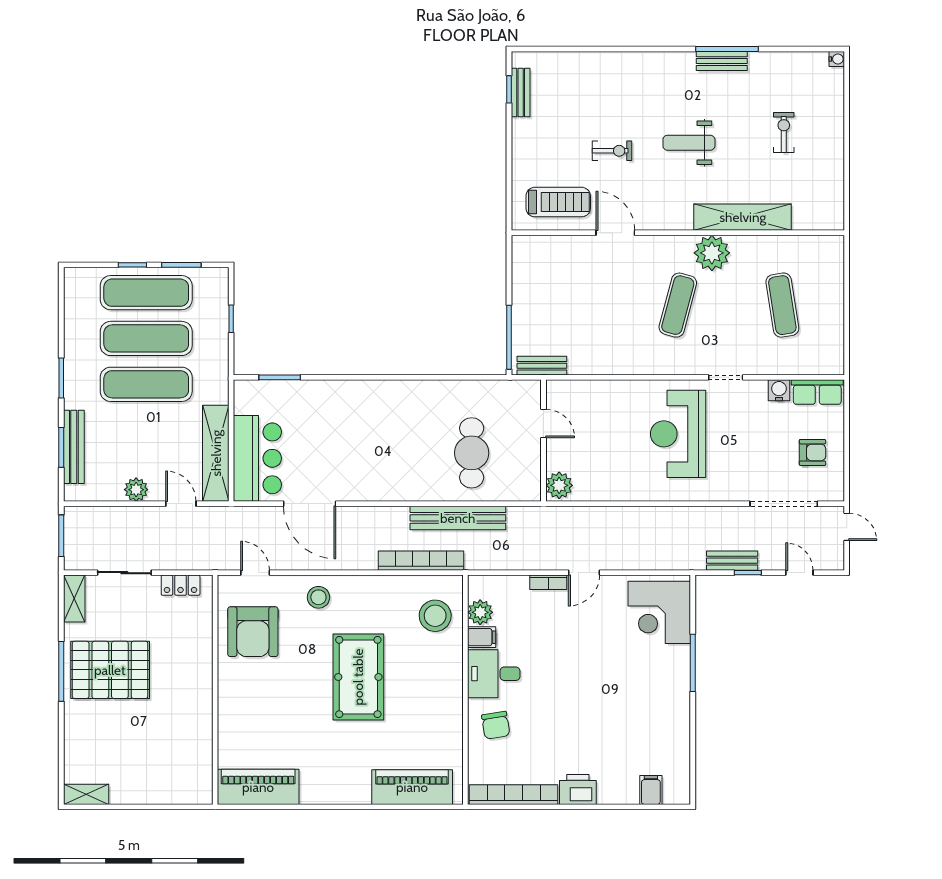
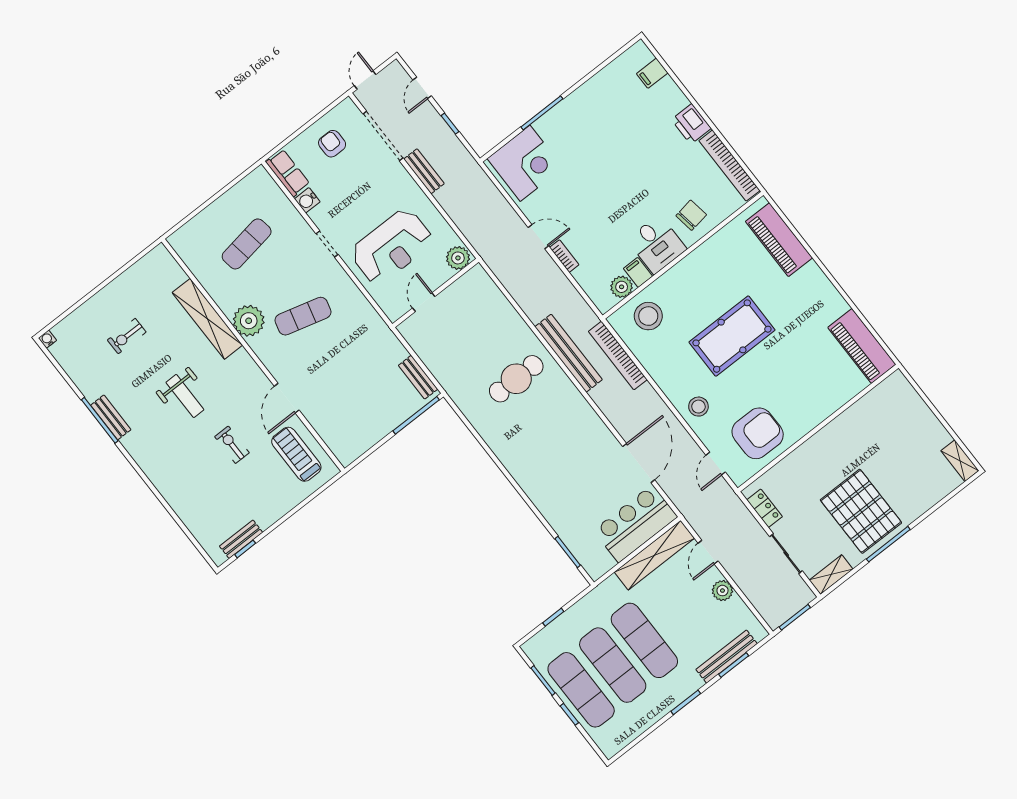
door: (543, 424) -> (424, 302), moved
wall: (543, 441) -> (436, 293), moved
plant: (559, 485) -> (458, 258), moved
bench: (732, 561) -> (424, 171), moved

